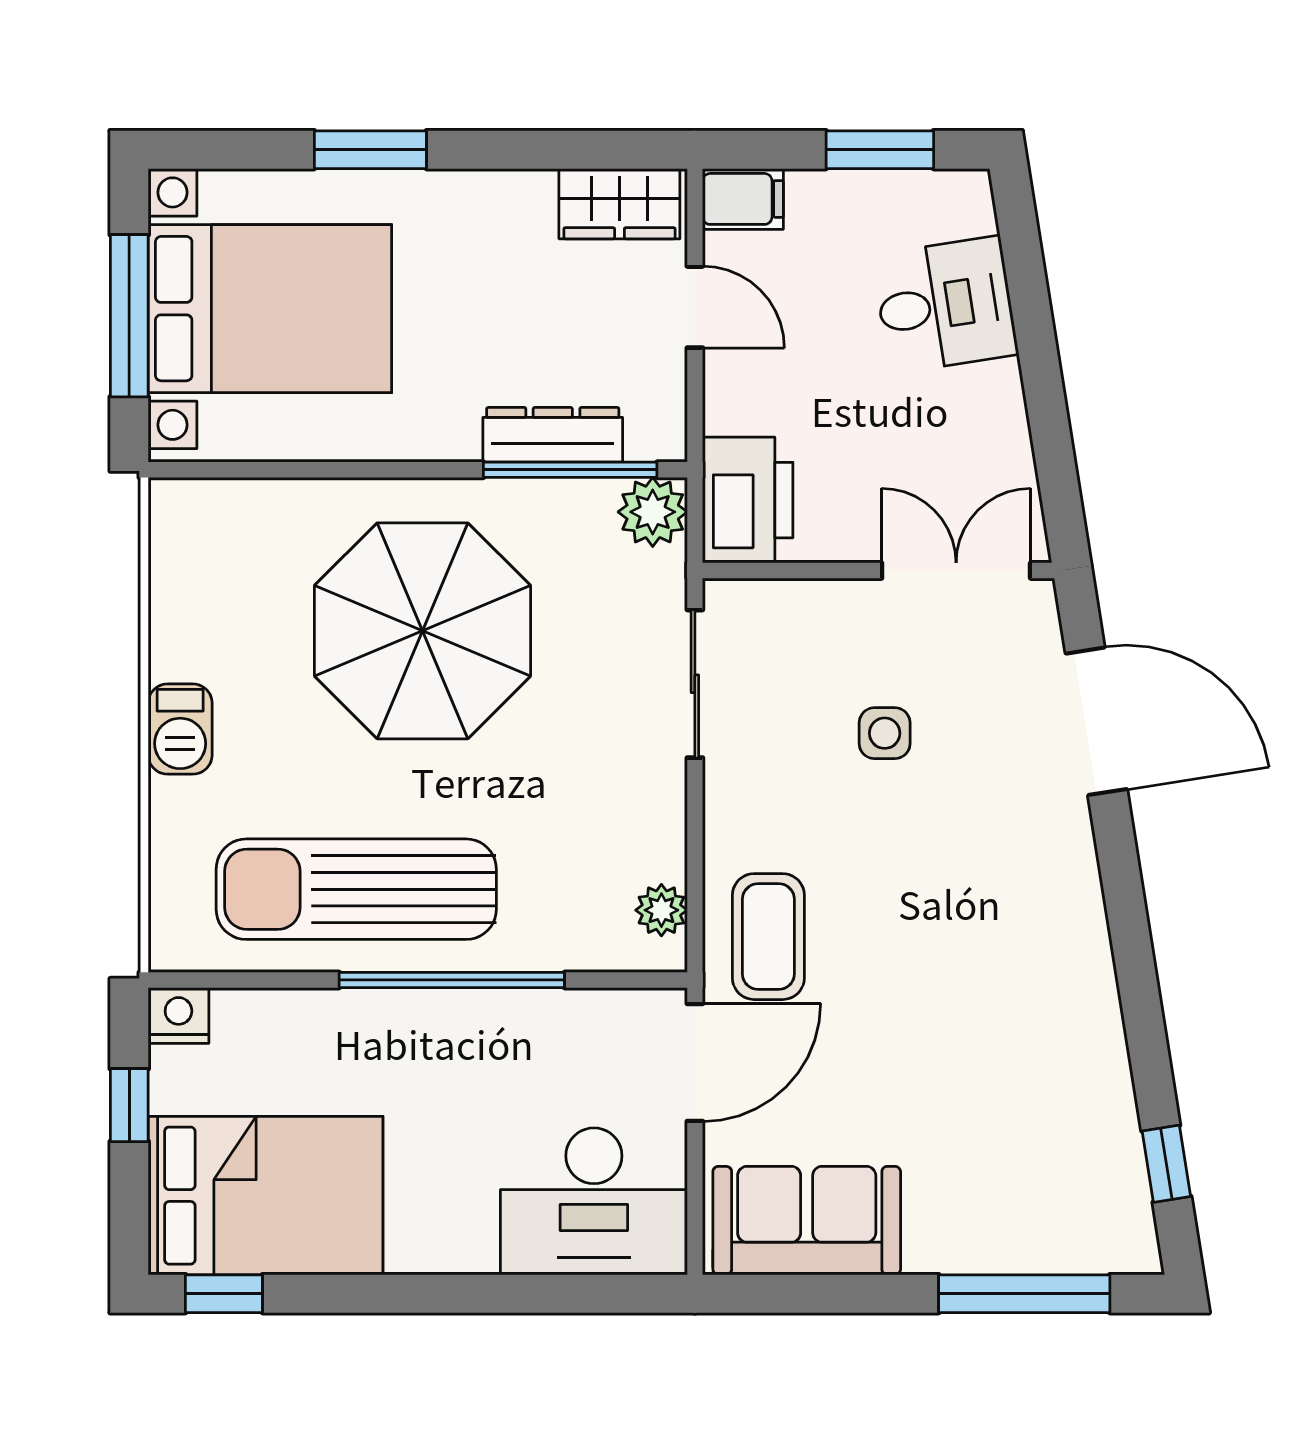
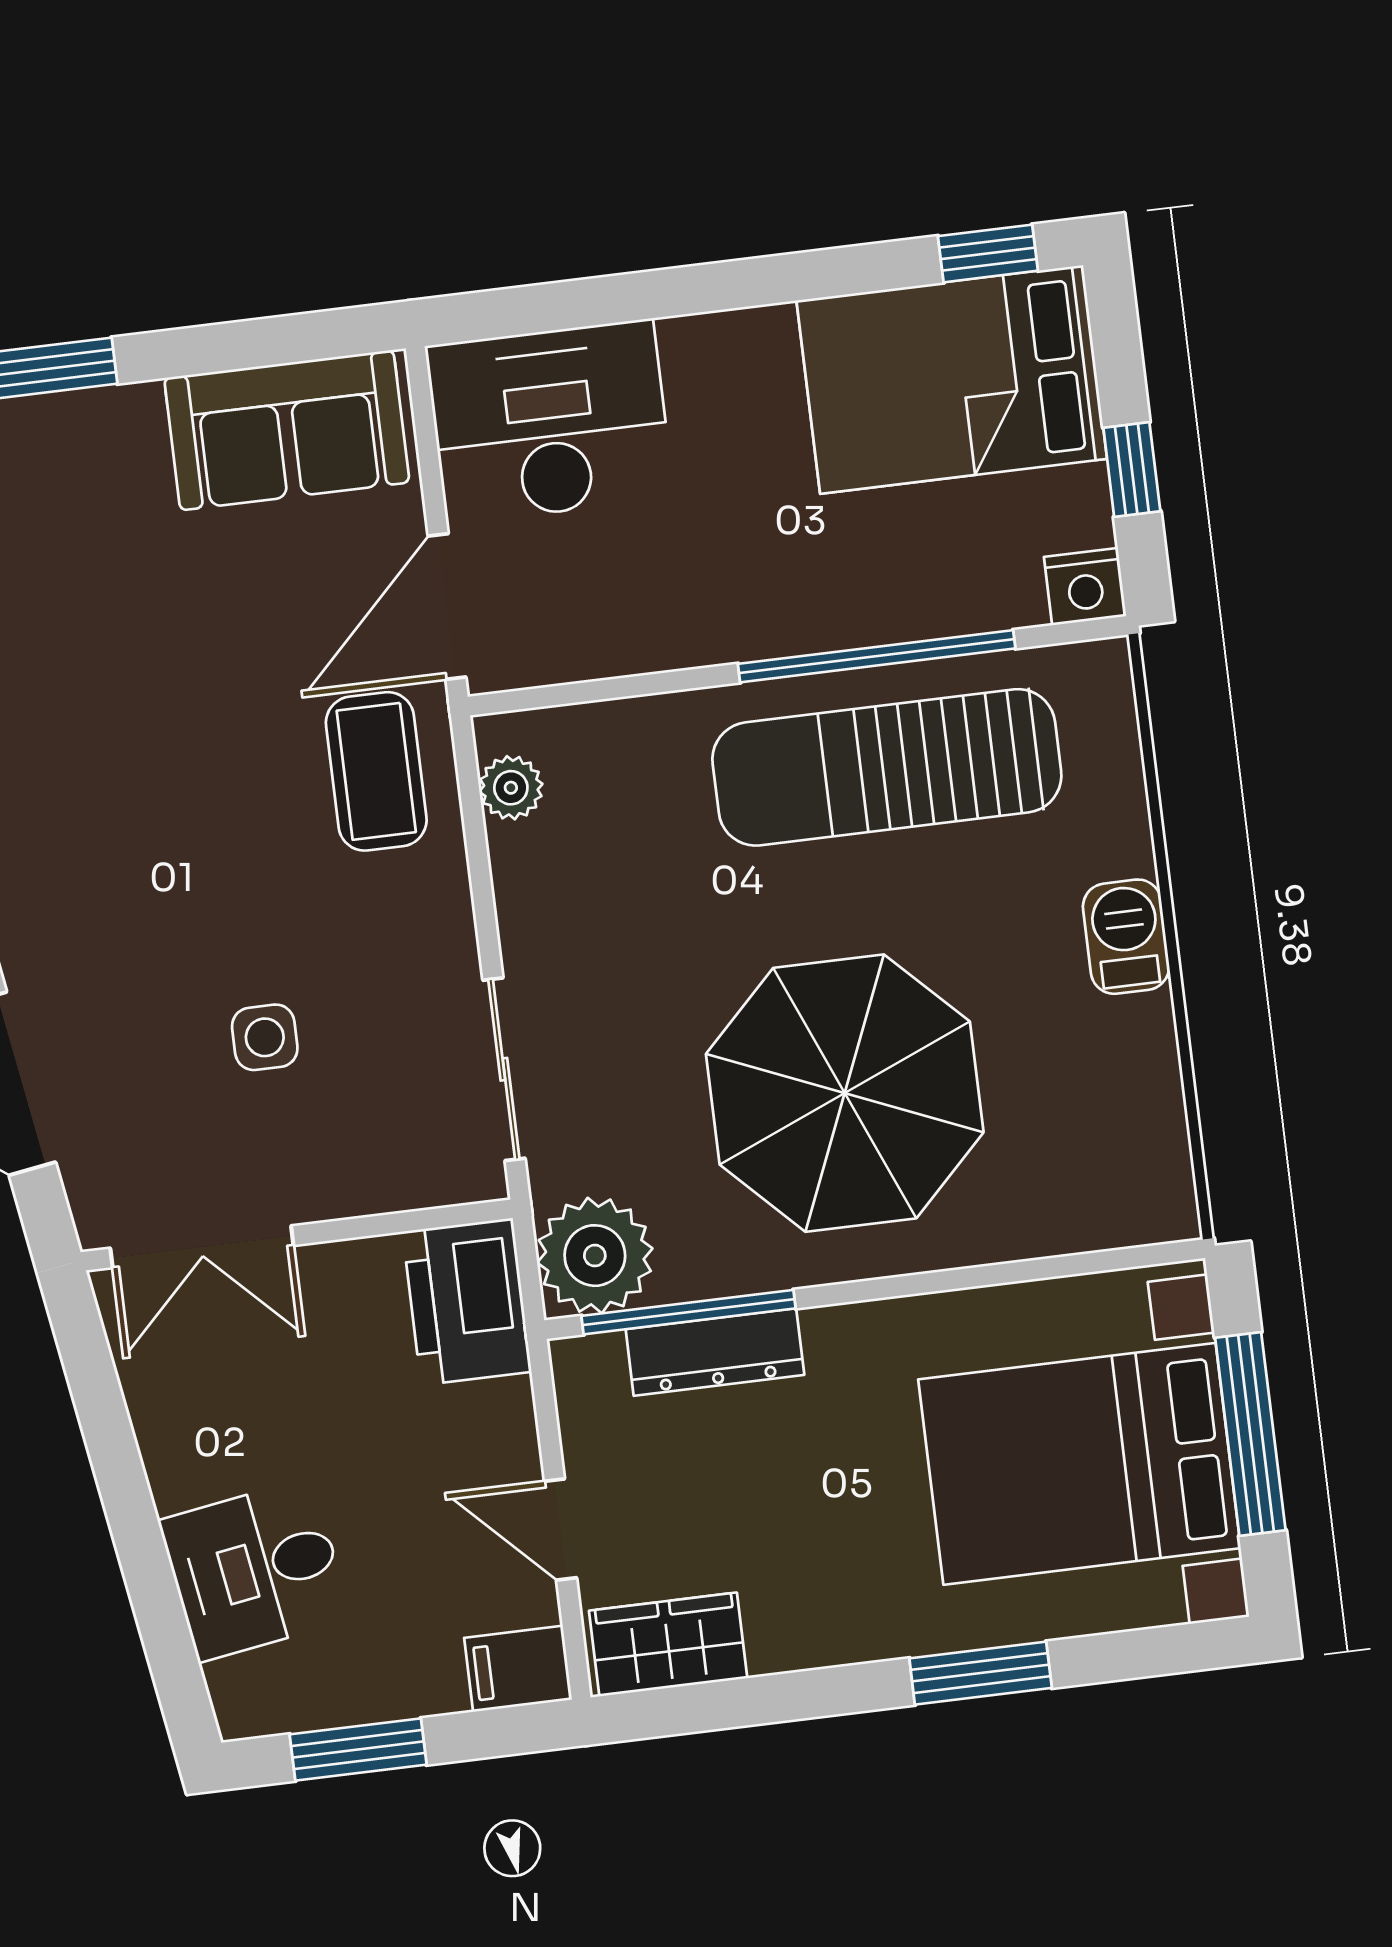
plant: (653, 512) -> (595, 1256), width x1.36, depth x1.36
sun lounger: (356, 889) -> (887, 767), turned 180
window: (452, 980) -> (877, 656), moved

